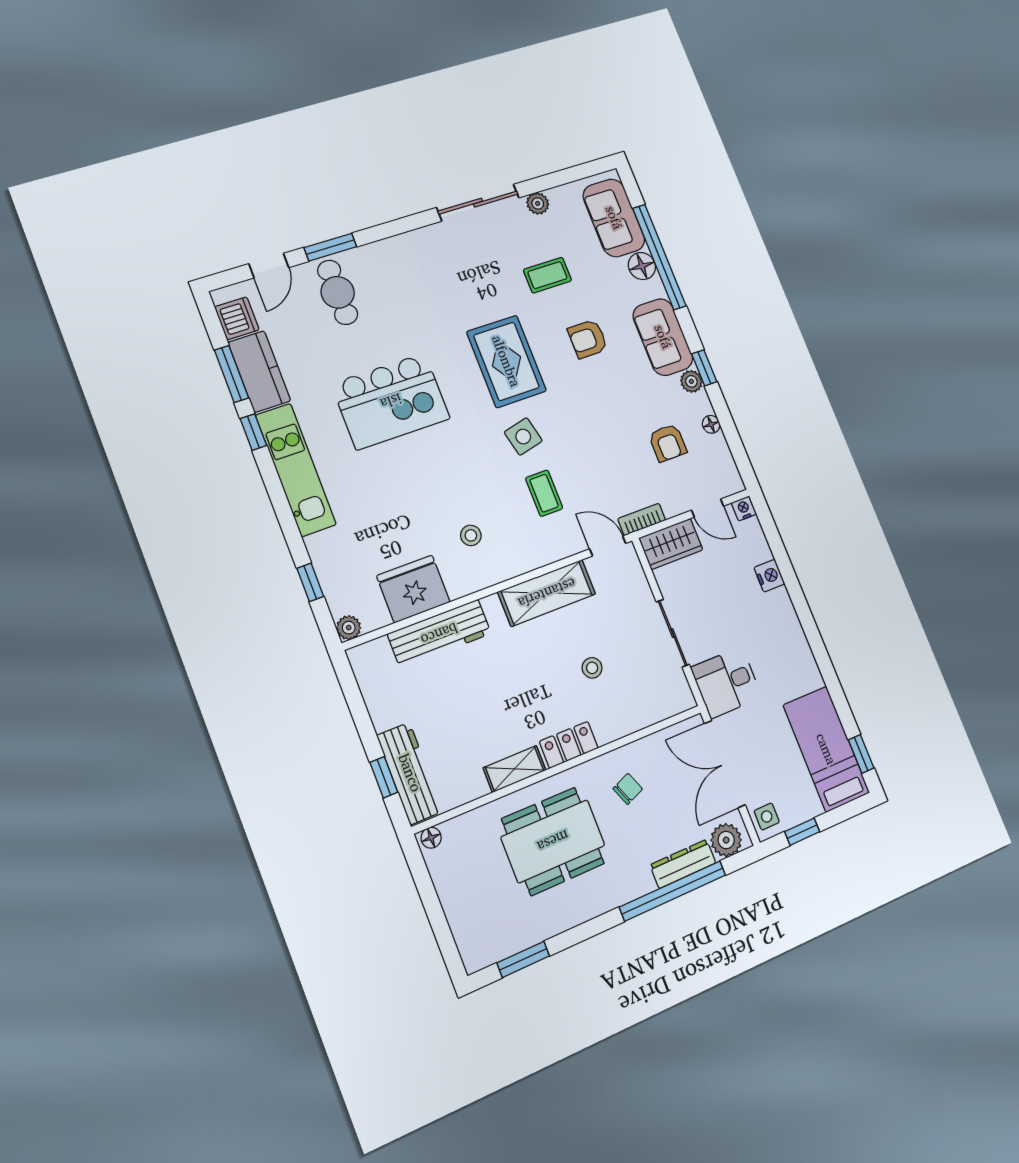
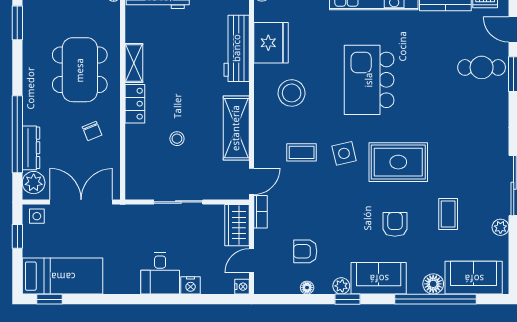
kitchen island: (391, 401) -> (369, 80), moved
stool: (471, 535) -> (292, 93), width x1.89, depth x1.89
desk: (726, 683) -> (160, 273), moved, turned 180

